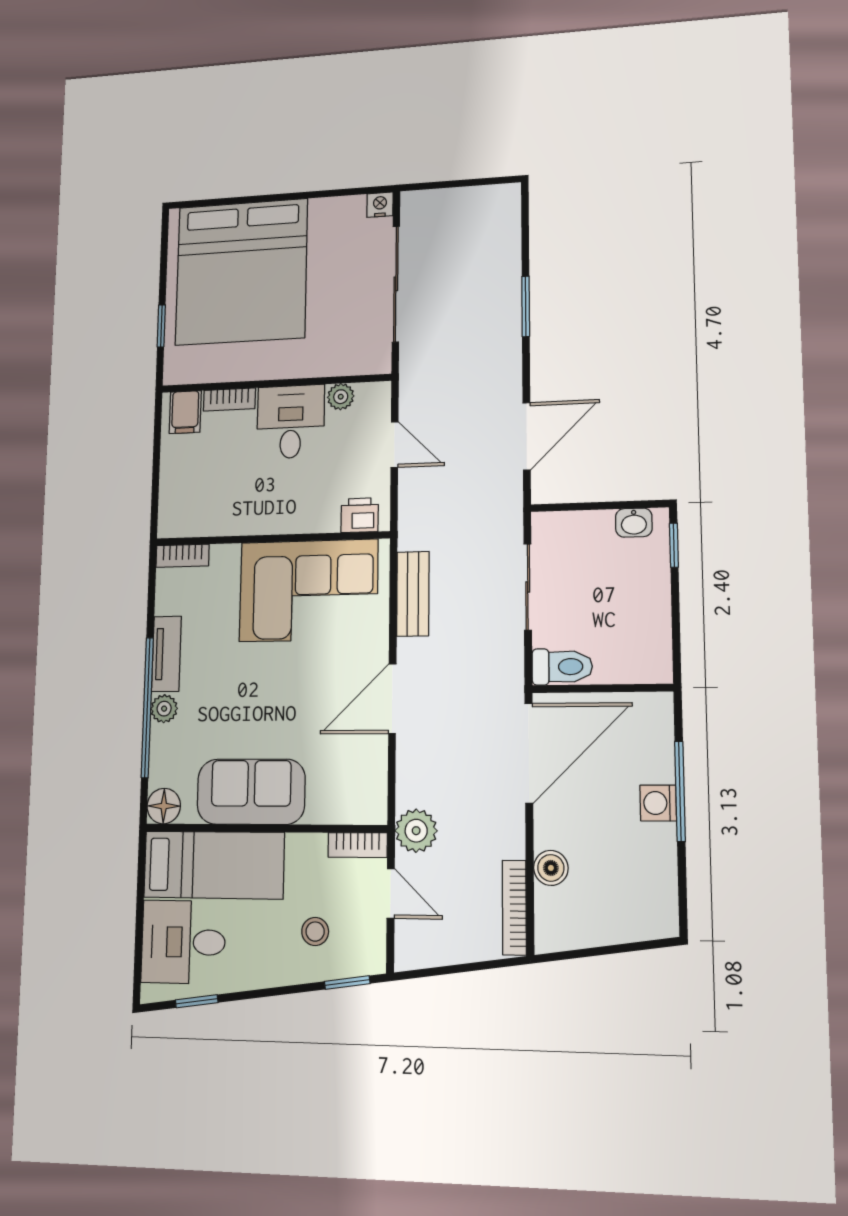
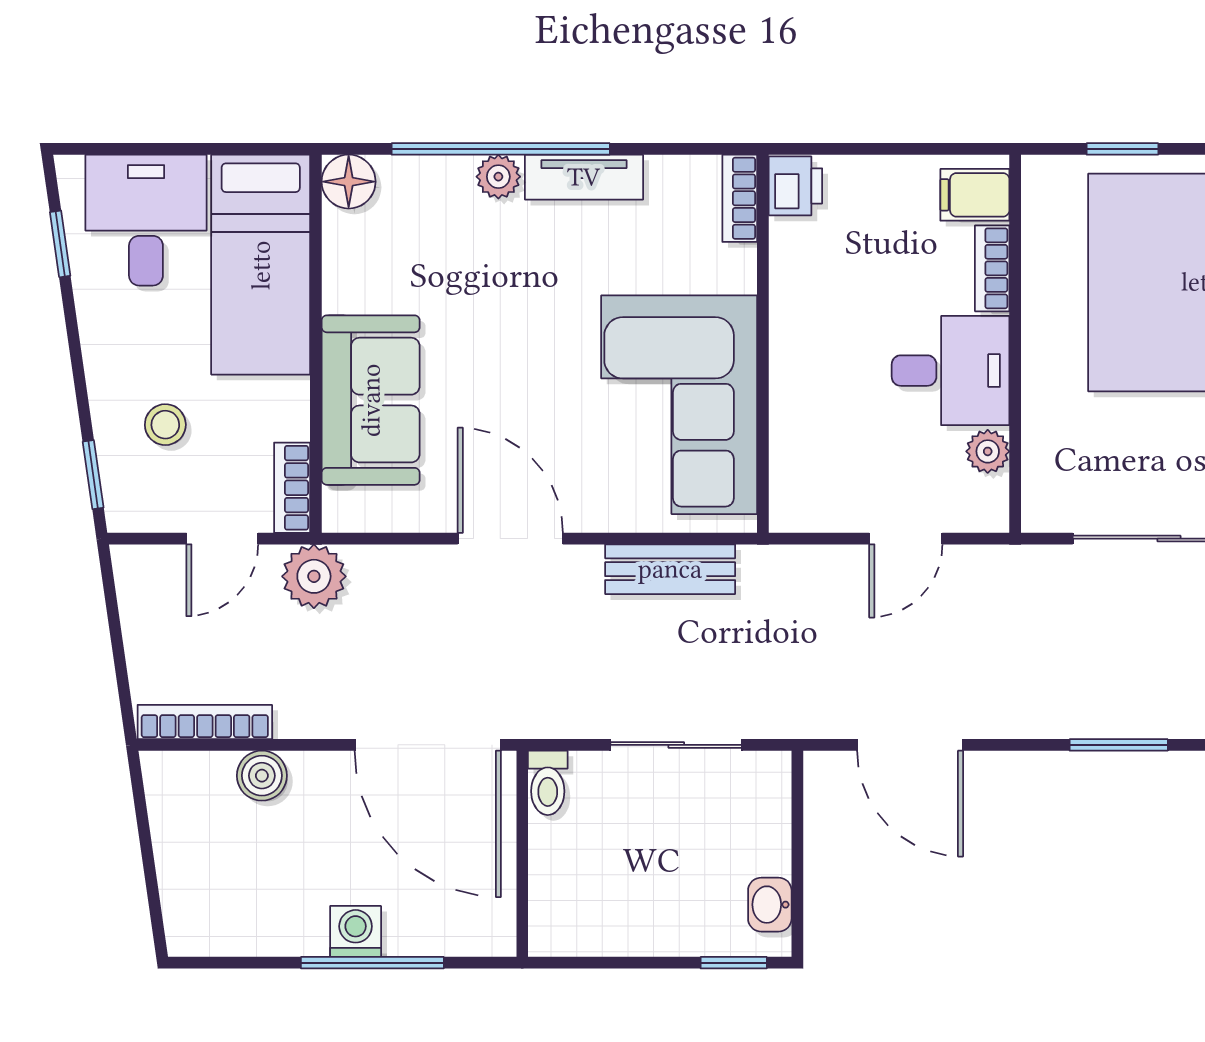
printer: (360, 515) -> (795, 186), moved
toilet: (562, 667) -> (548, 783), width x0.73, depth x0.72
sofa: (251, 792) -> (371, 400), moved

